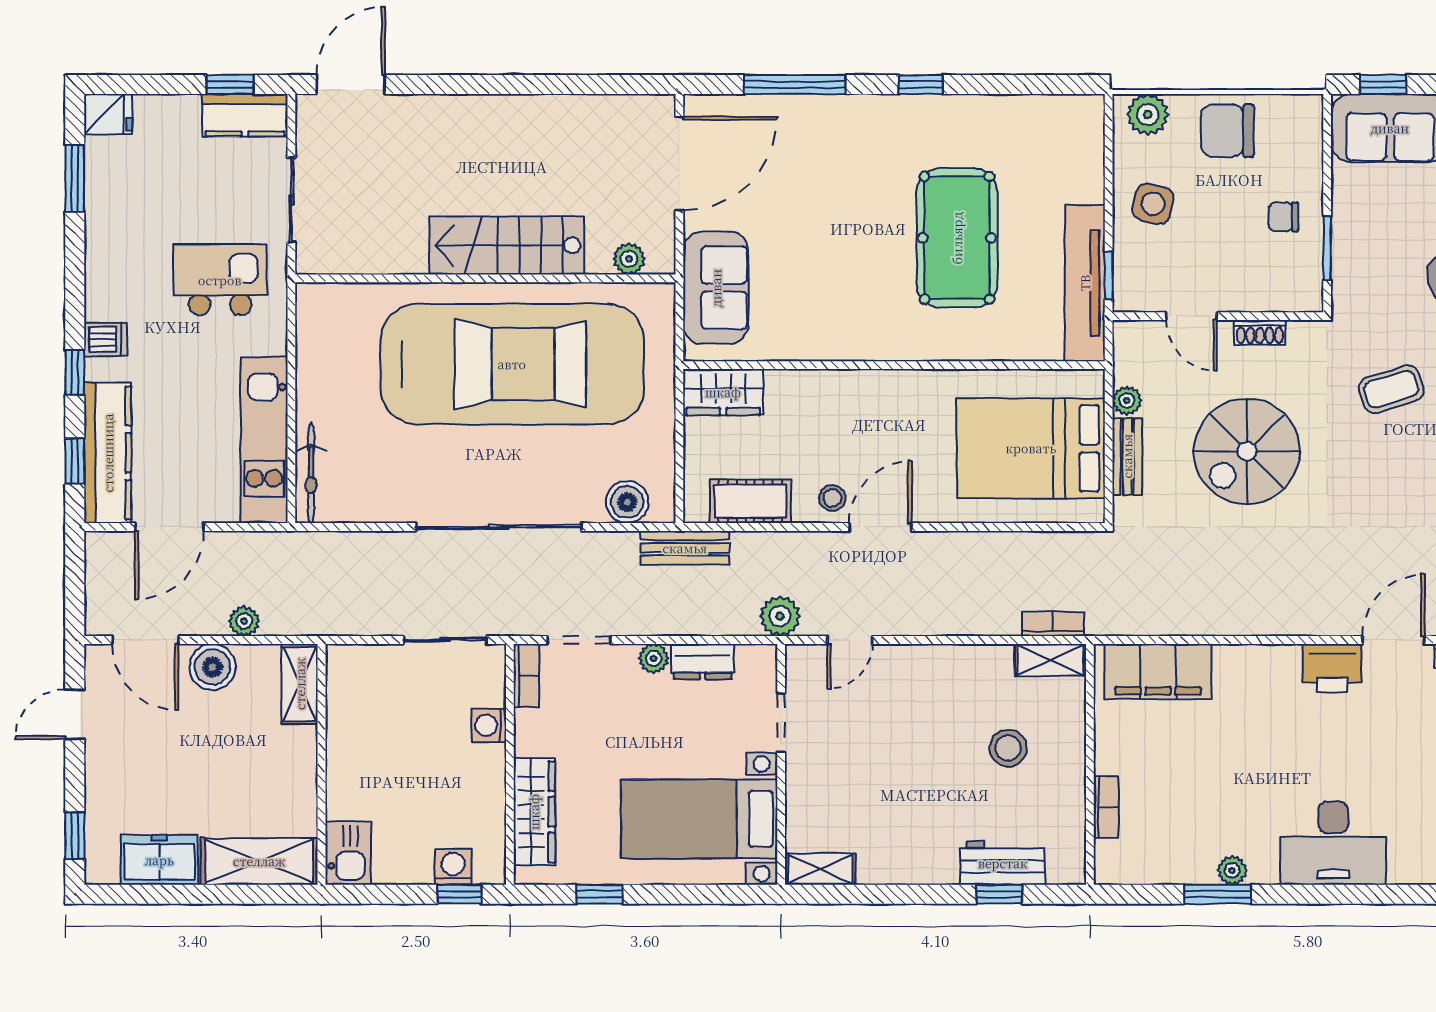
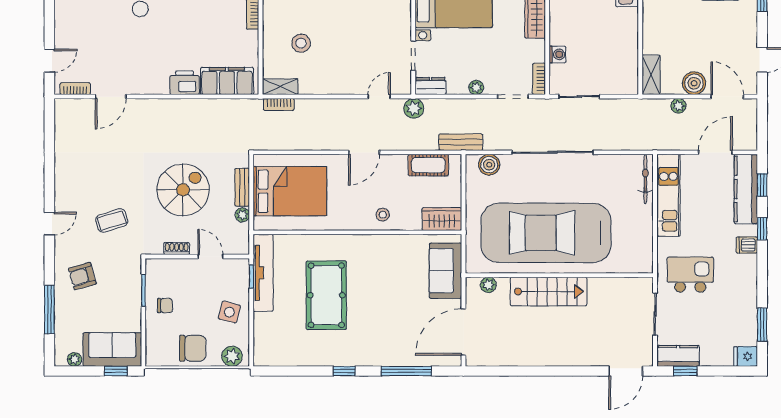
kitchen island: (220, 280) -> (690, 275), turned 180
stool: (832, 498) -> (383, 215), moved
dresser: (703, 661) -> (431, 86), moved
printer: (1332, 668) -> (185, 83), moved

